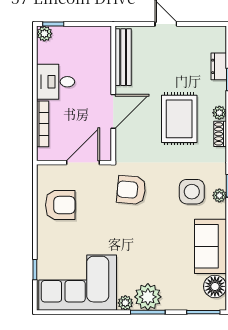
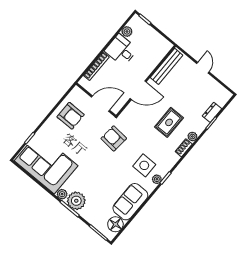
plant: (44, 34) -> (127, 31), moved
rug: (179, 119) -> (169, 122), width x0.73, depth x0.70

